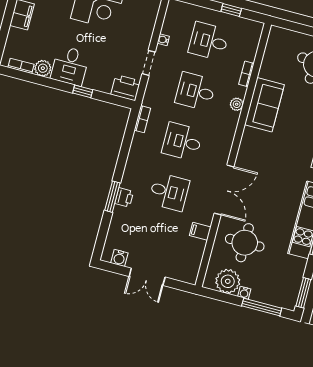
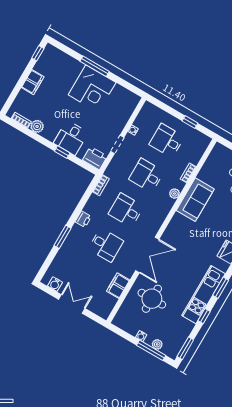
desk: (70, 66) -> (71, 138), moved
printer: (124, 197) -> (83, 219), moved
filing cabinet: (200, 231) -> (118, 286), width x2.00
double door: (147, 277) -> (72, 304), swing flipped
plant: (228, 281) -> (157, 344), moved, width x0.53, depth x0.53

